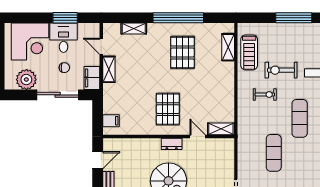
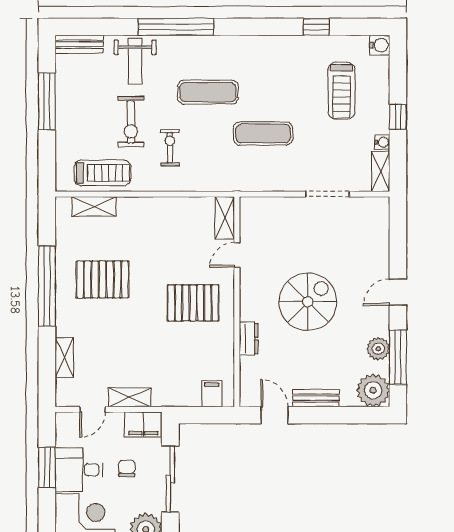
dresser: (172, 144) -> (249, 339), moved

